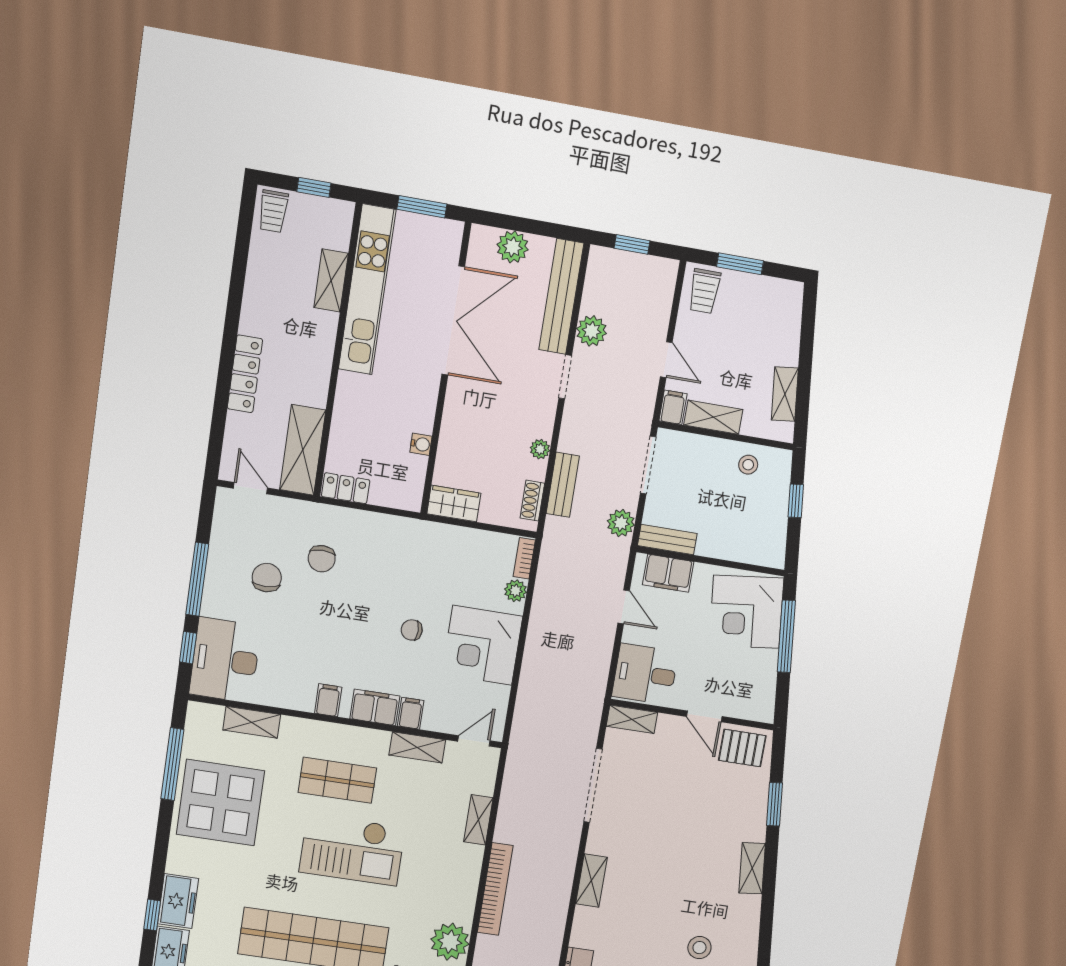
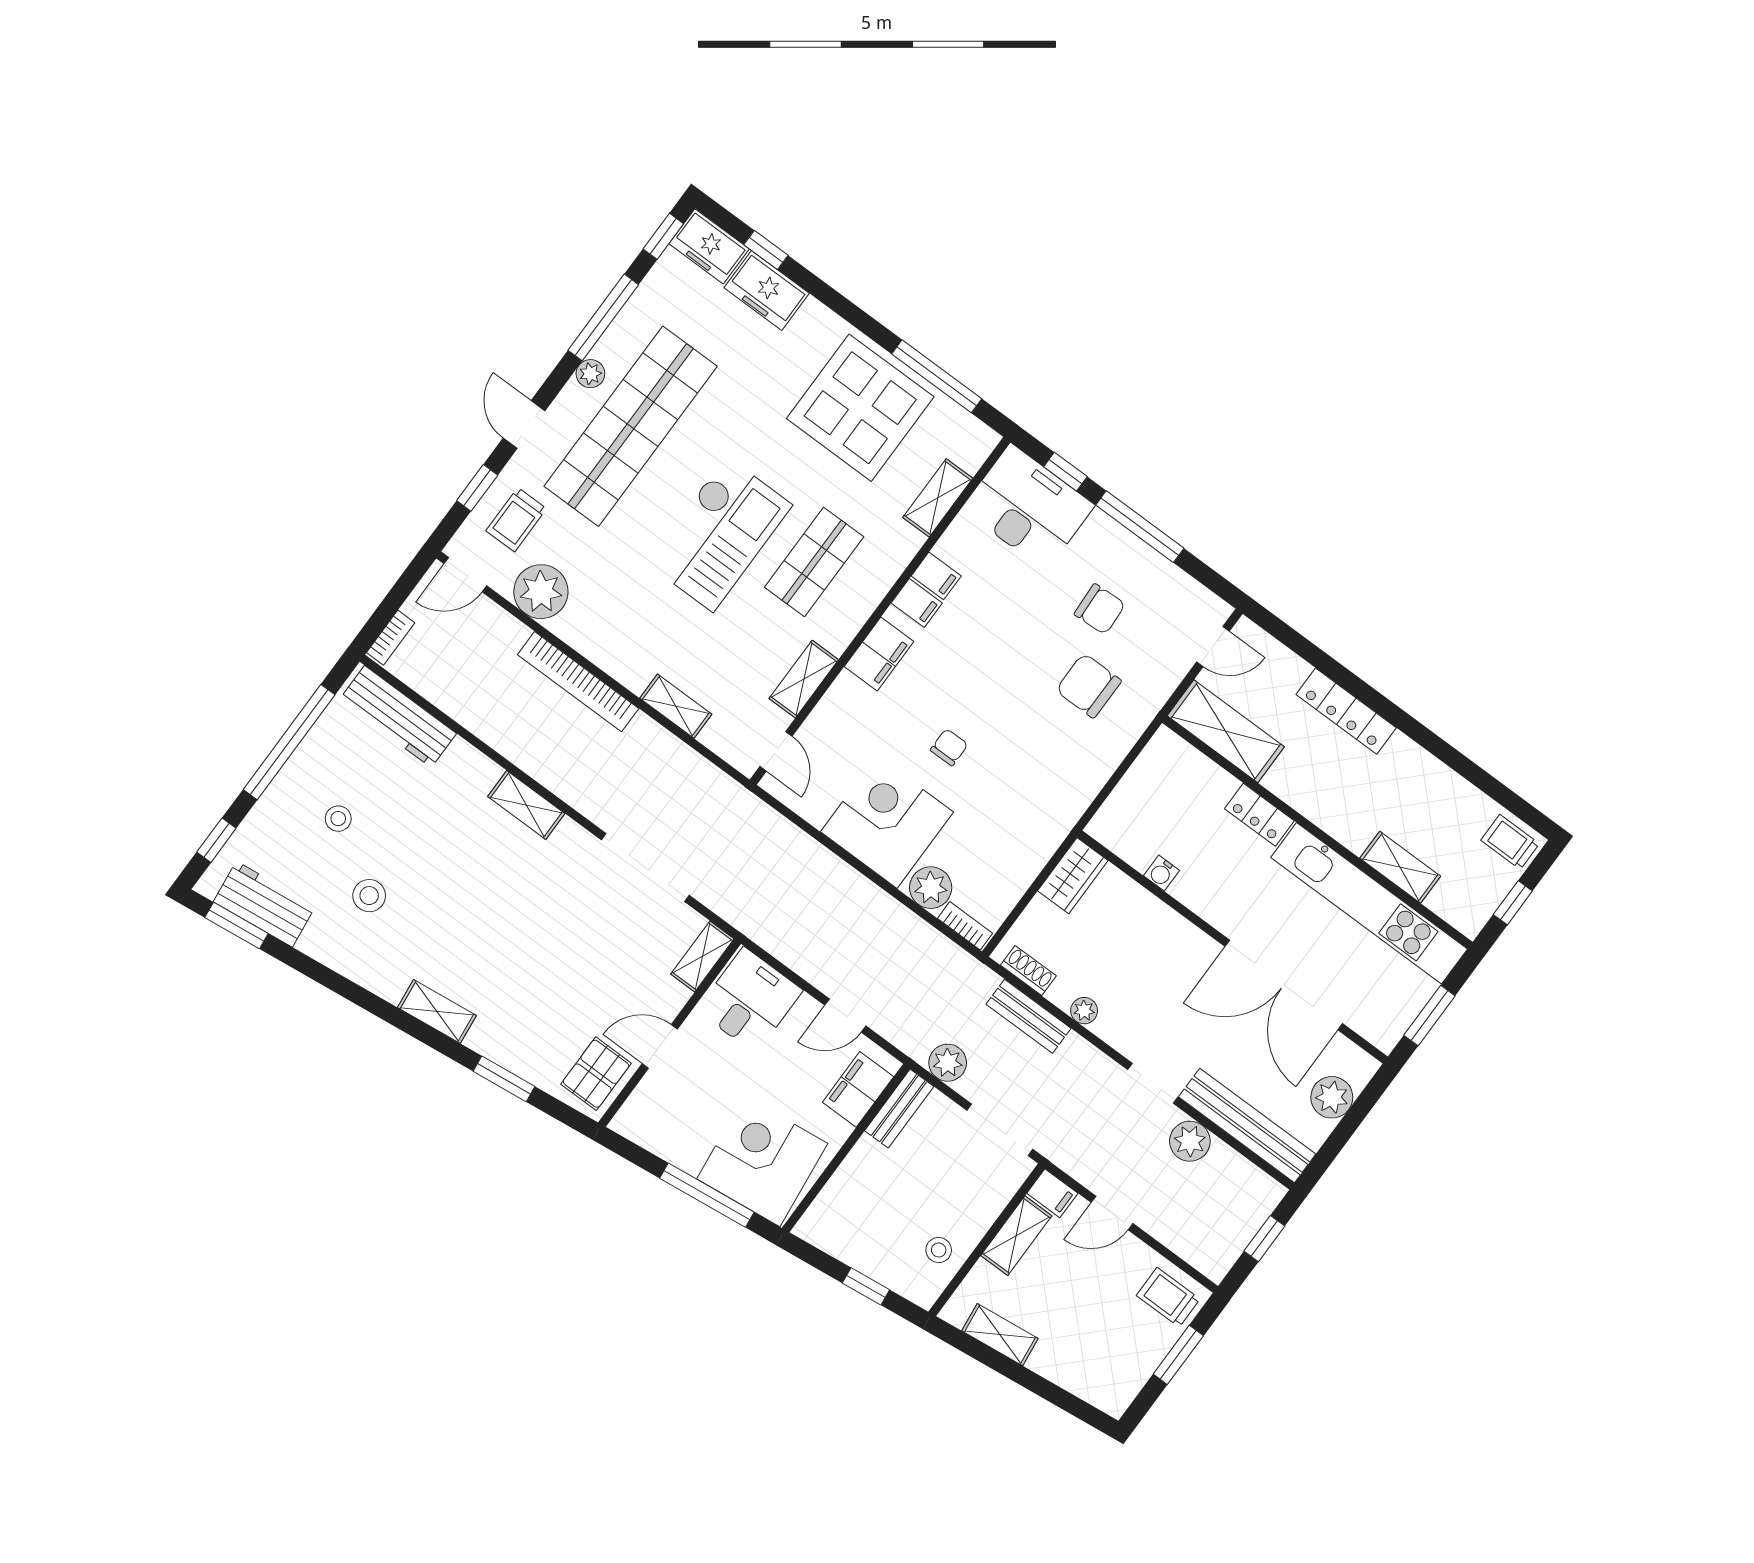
locker: (346, 488) -> (1259, 815), moved, turned 90
chair: (322, 559) -> (1088, 686), width x1.37, depth x1.37
plant: (516, 591) -> (931, 888), width x1.38, depth x1.38
filing cabinet: (411, 713) -> (936, 576), moved
checkout: (352, 850) -> (719, 534), turned 180

